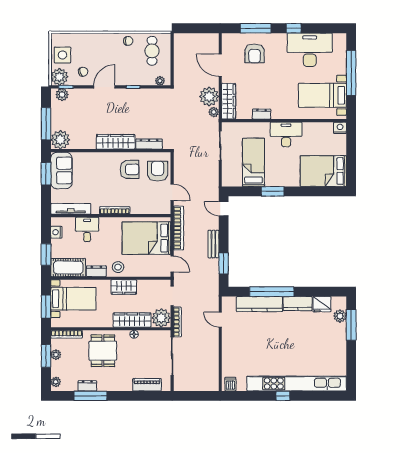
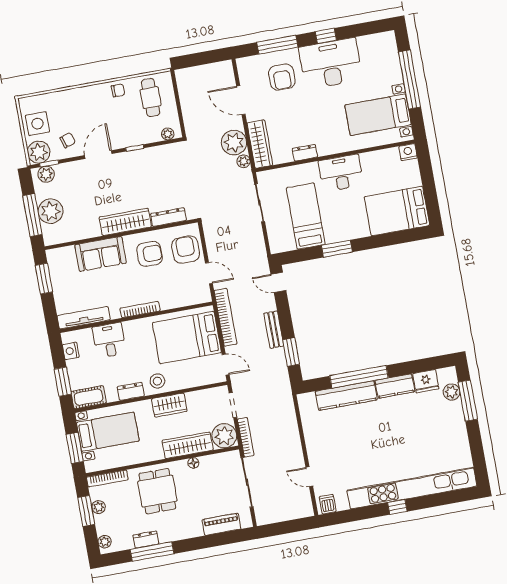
desk: (310, 50) -> (331, 63), moved
plant: (60, 140) -> (51, 211), moved
sofa: (61, 170) -> (101, 254), moved, turned 90
cot: (68, 268) -> (89, 397), width x0.73, depth x0.75
door: (220, 320) -> (309, 477), moved

